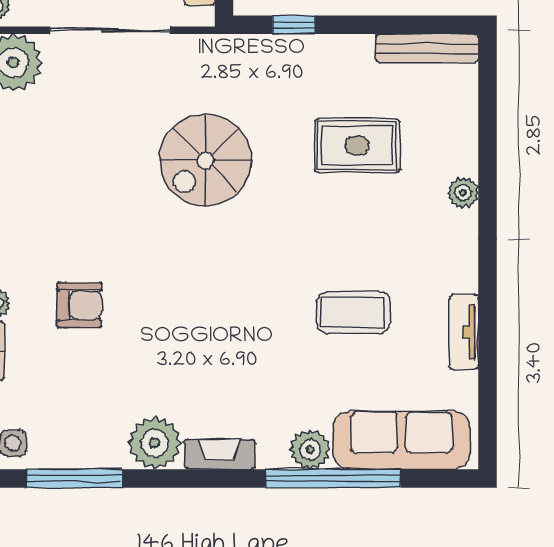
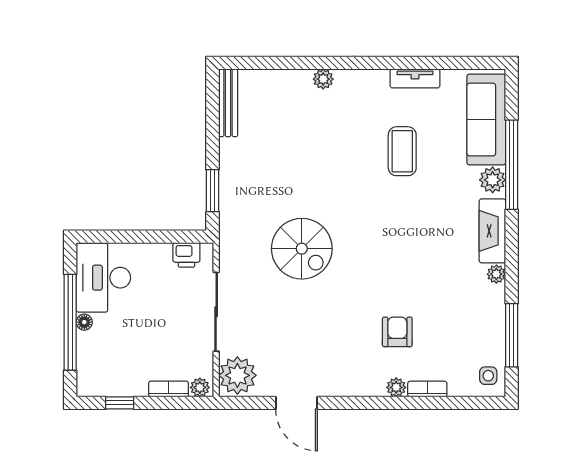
window: (294, 25) -> (213, 191), width x1.50
rug: (357, 146) -> (292, 149), removed
plant: (155, 443) -> (496, 274), width x0.53, depth x0.53
fireplace: (220, 454) -> (492, 231), width x1.37, depth x1.32

